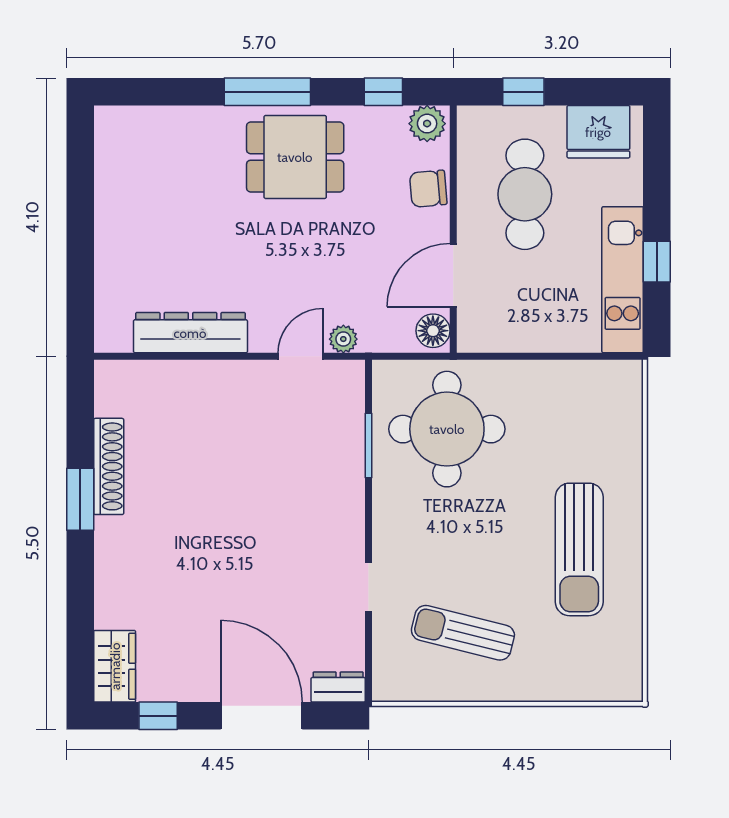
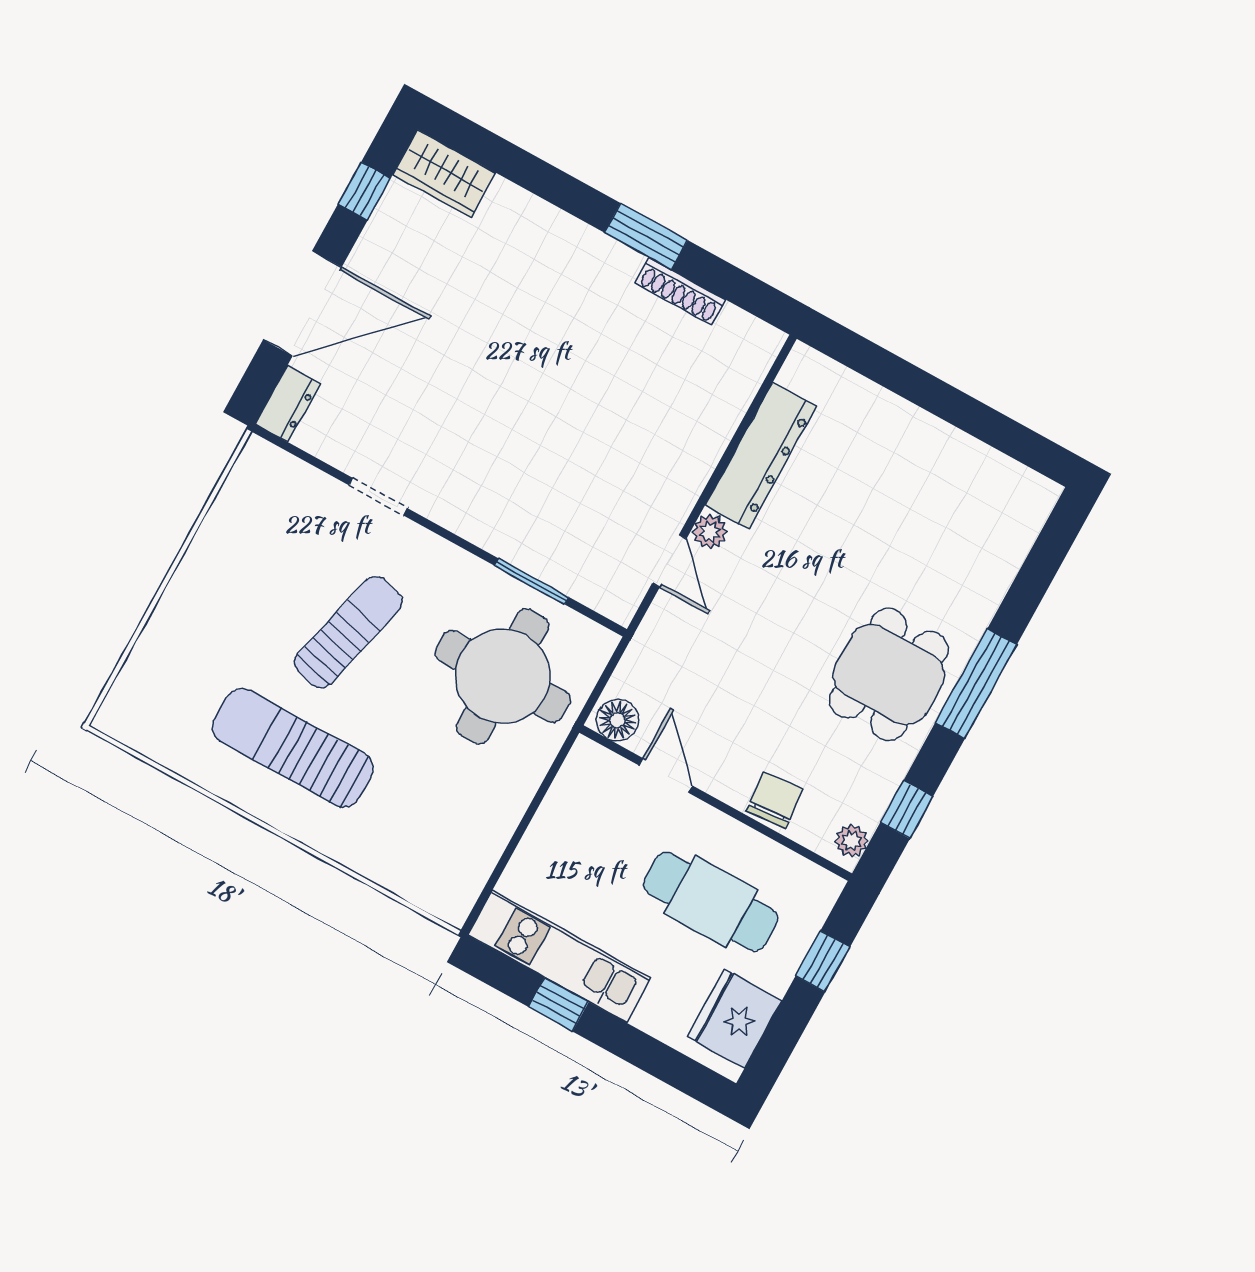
plant: (427, 124) -> (851, 841), width x0.73, depth x0.73
door: (453, 275) -> (666, 776), width x0.73
plant: (343, 339) -> (710, 532), moved
shoe rack: (109, 466) -> (680, 291), width x0.74, depth x0.81
sun lounger: (463, 633) -> (348, 632), moved

